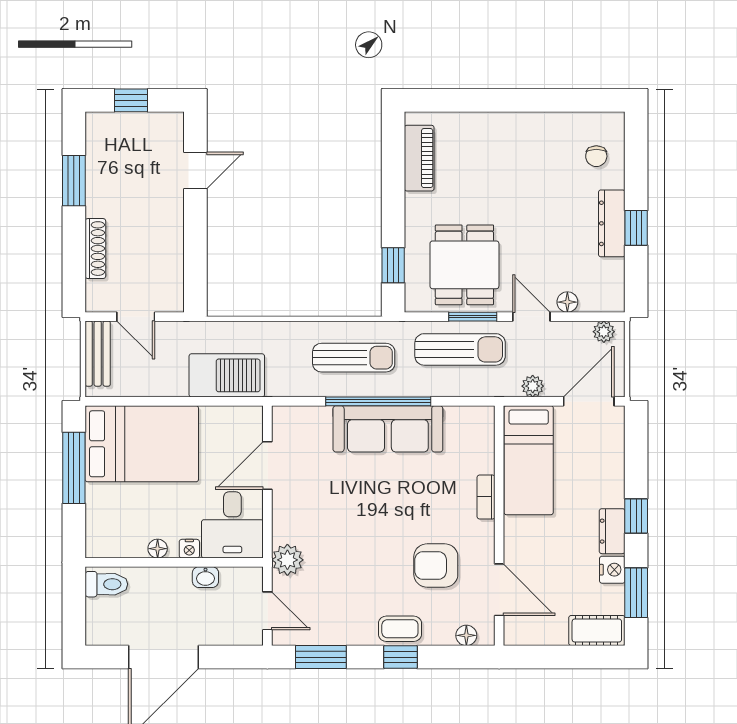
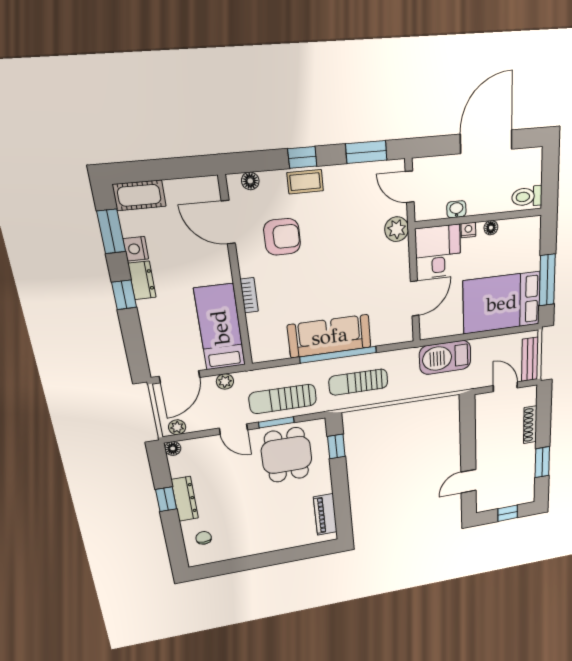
floor lamp: (567, 302) -> (173, 448), moved

